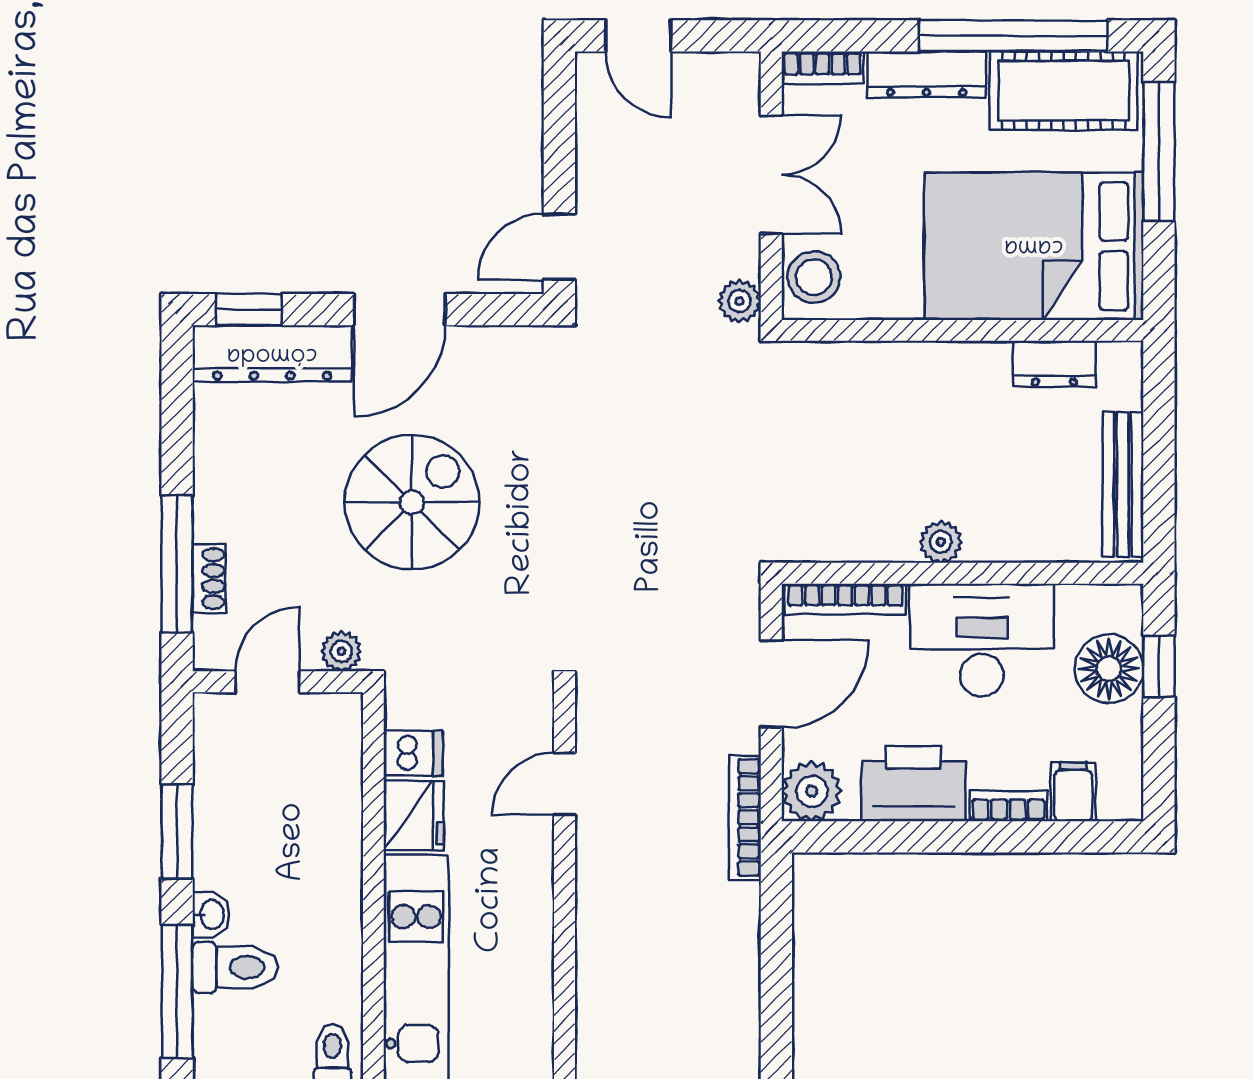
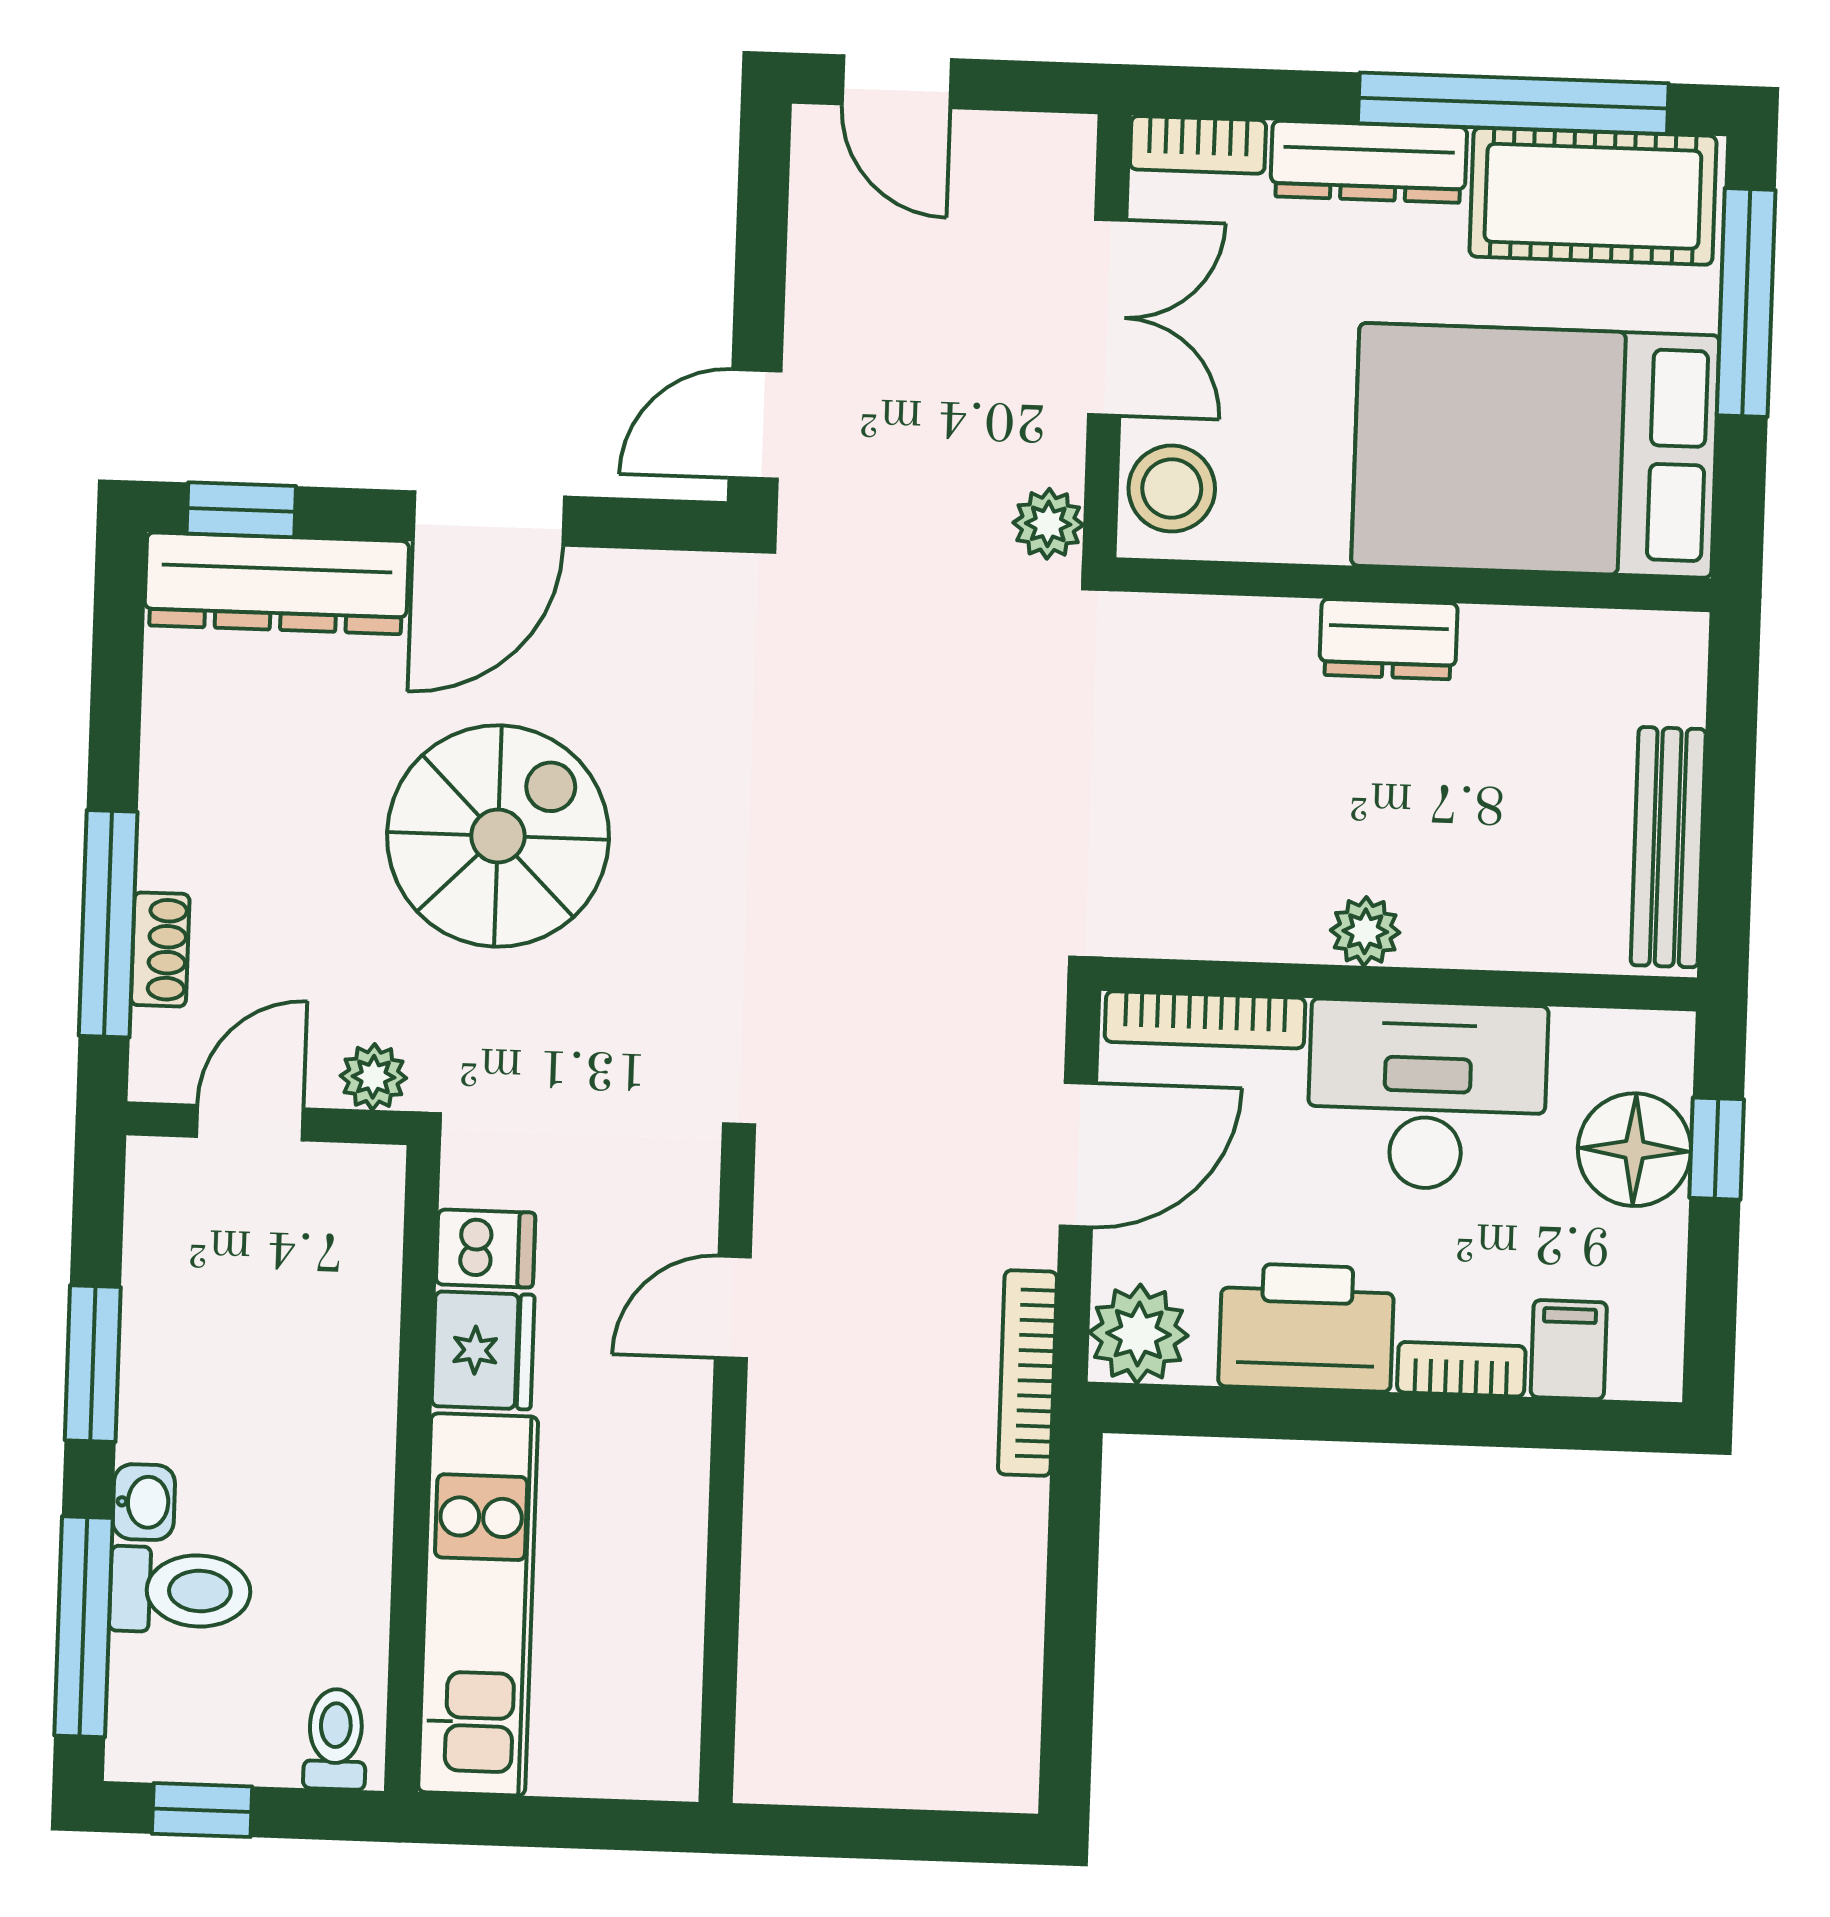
dresser: (1054, 364) -> (1388, 639), moved

